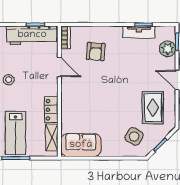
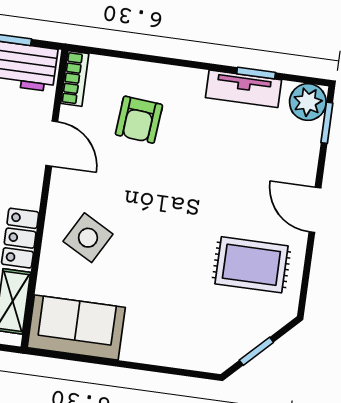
plant: (168, 49) -> (308, 102), moved
rug: (153, 108) -> (251, 265), turned 90
side table: (134, 136) -> (88, 238), moved

